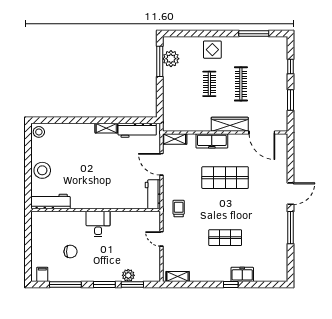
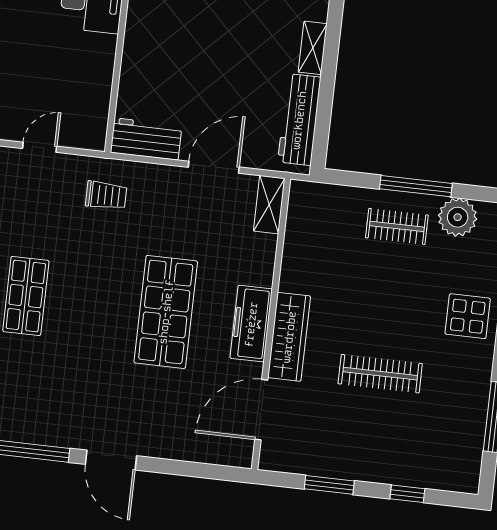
window: (160, 61) -> (416, 186), moved
clothes rail: (209, 84) -> (397, 226), moved
freezer: (212, 141) -> (251, 324), moved

